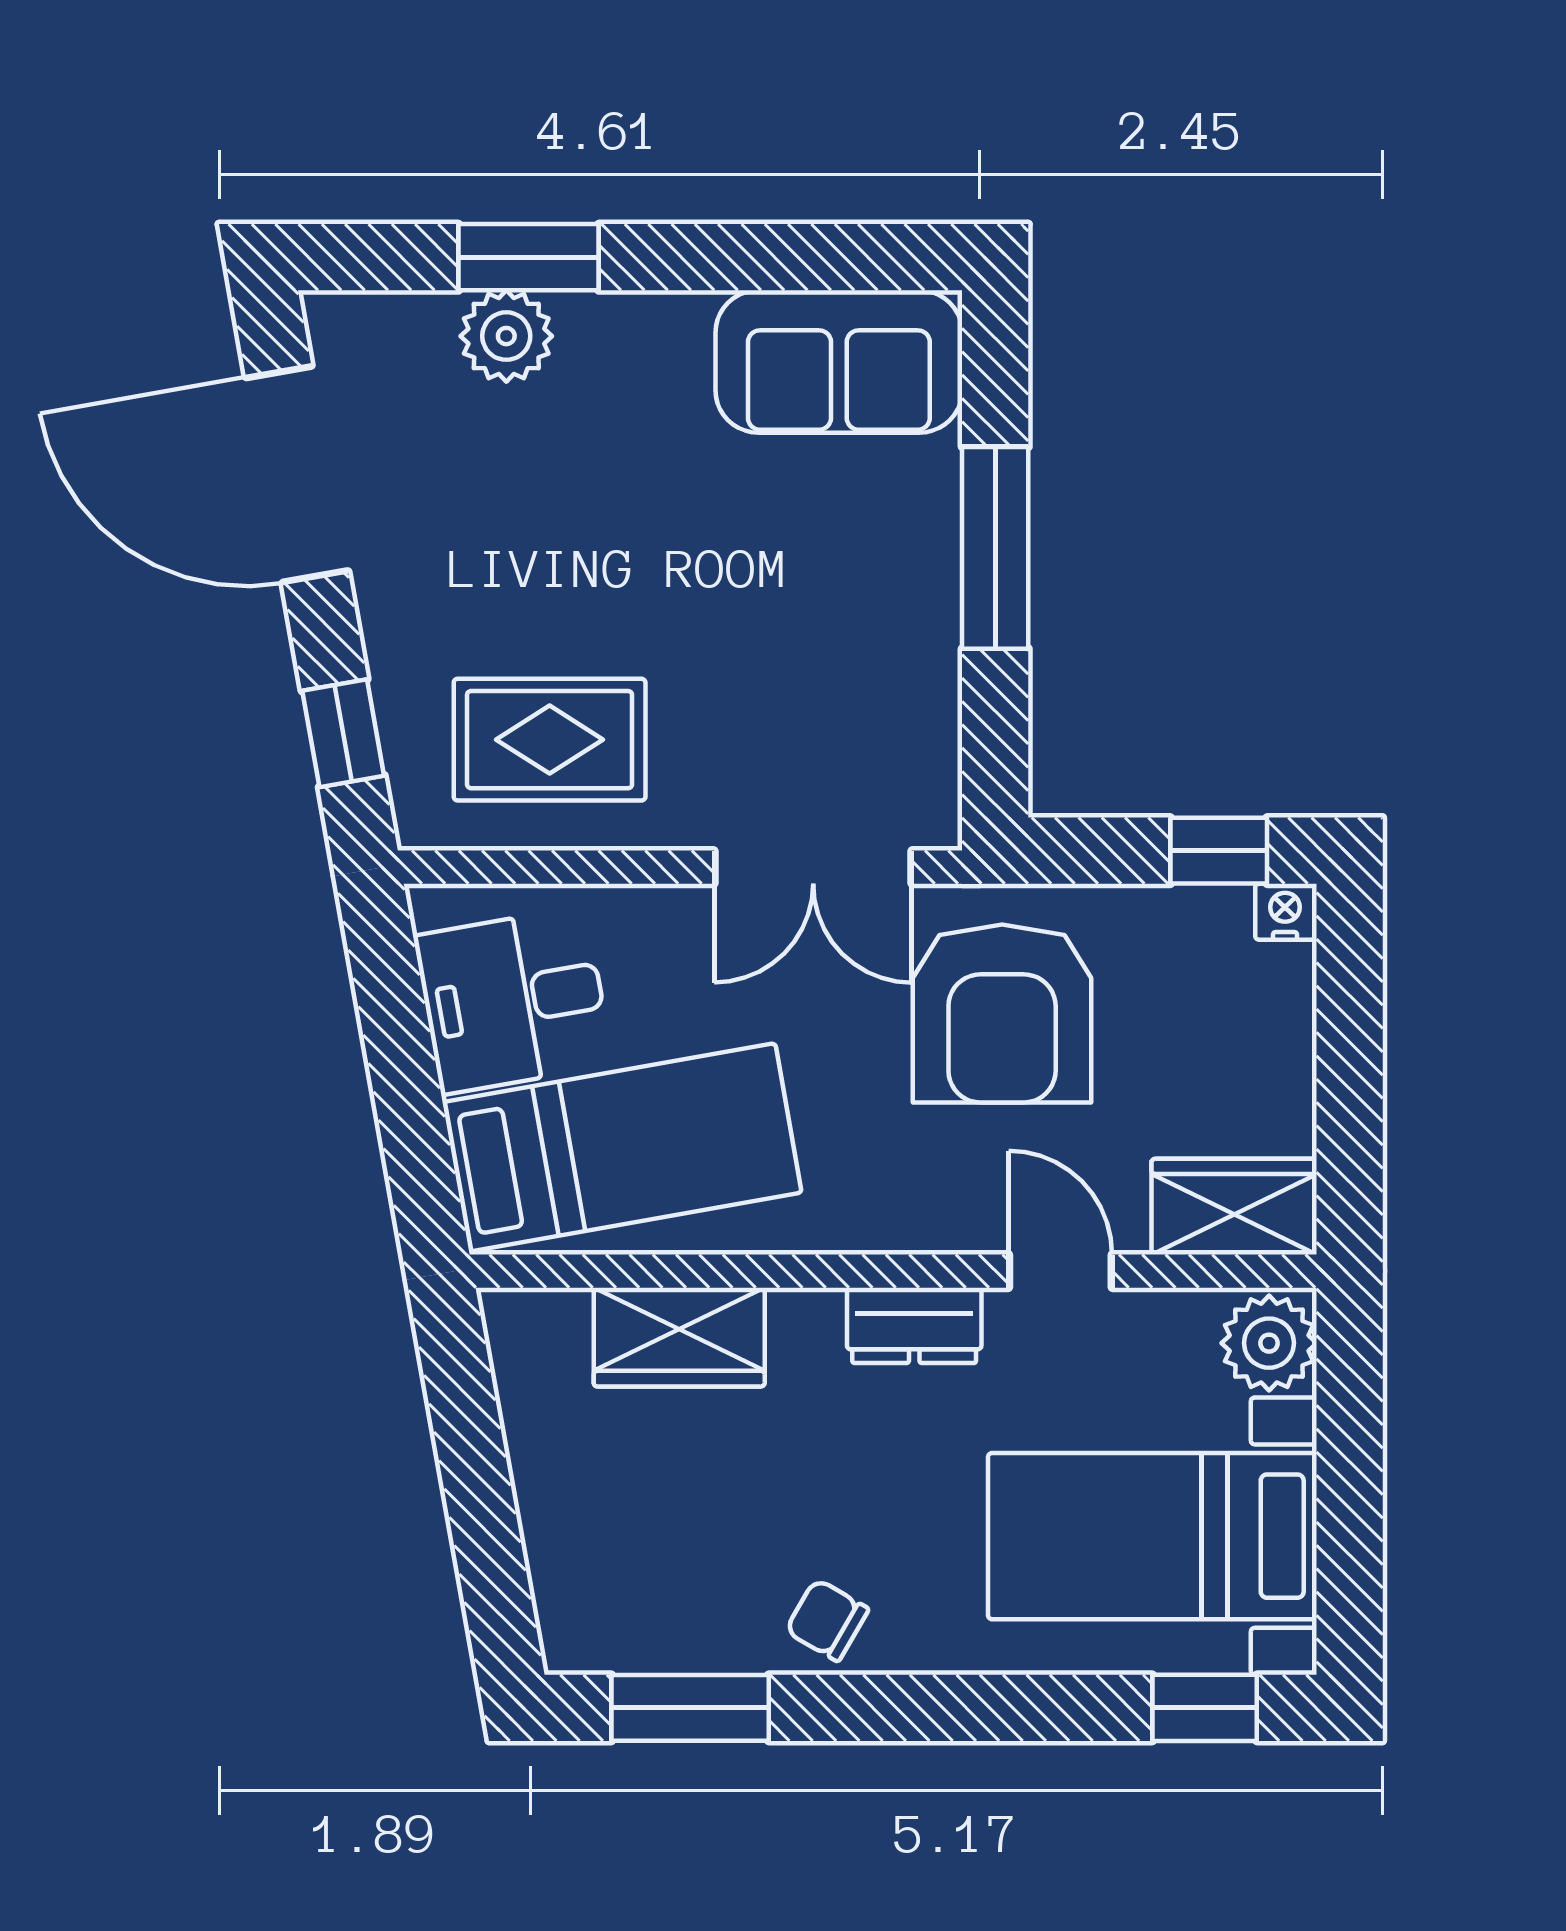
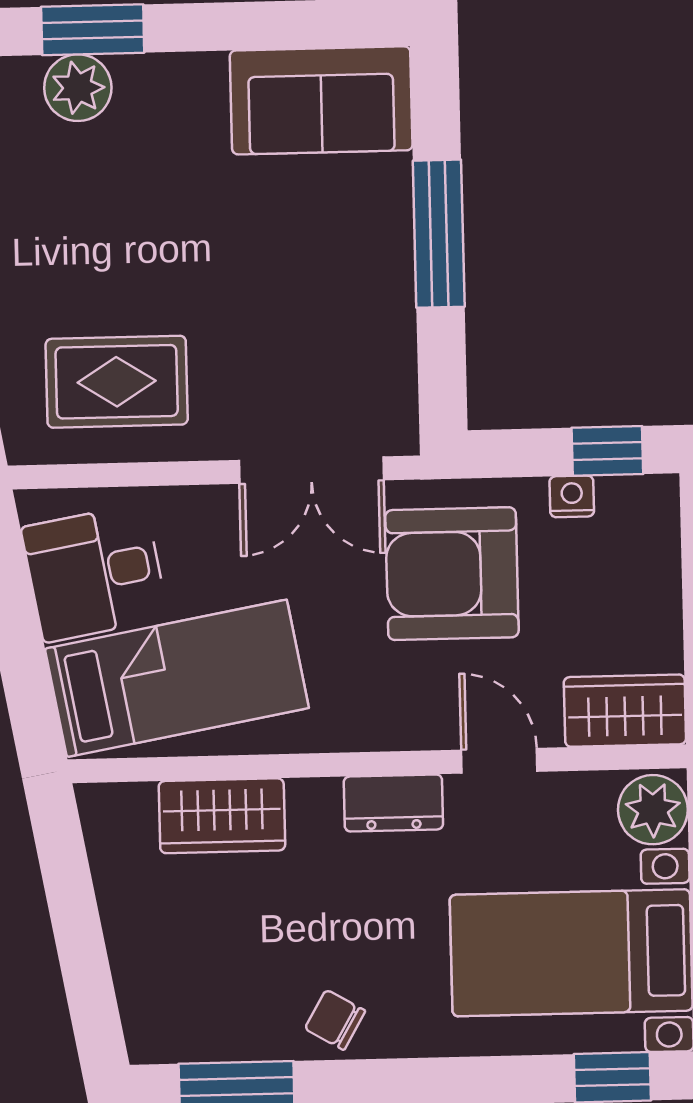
nightstand: (1285, 912) -> (572, 496), moved
armchair: (1002, 1013) -> (452, 574), turned 90

